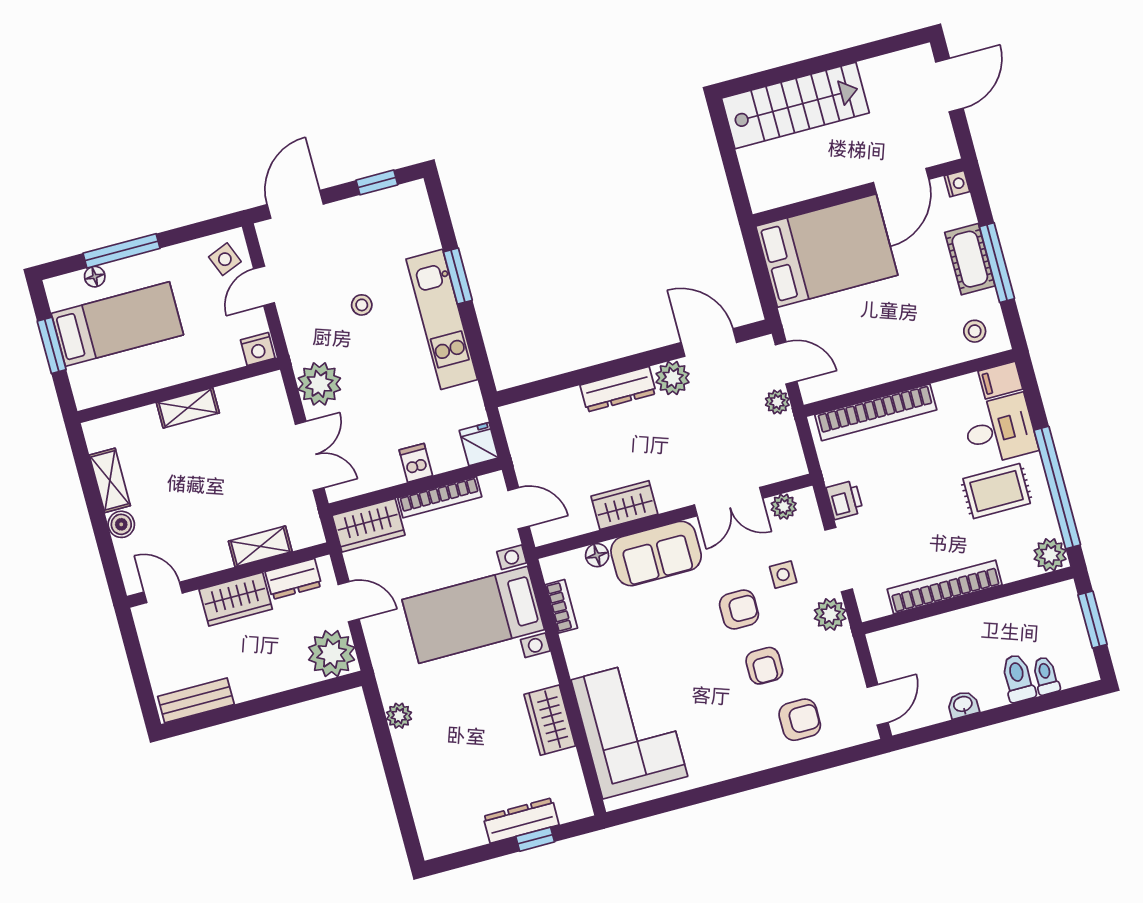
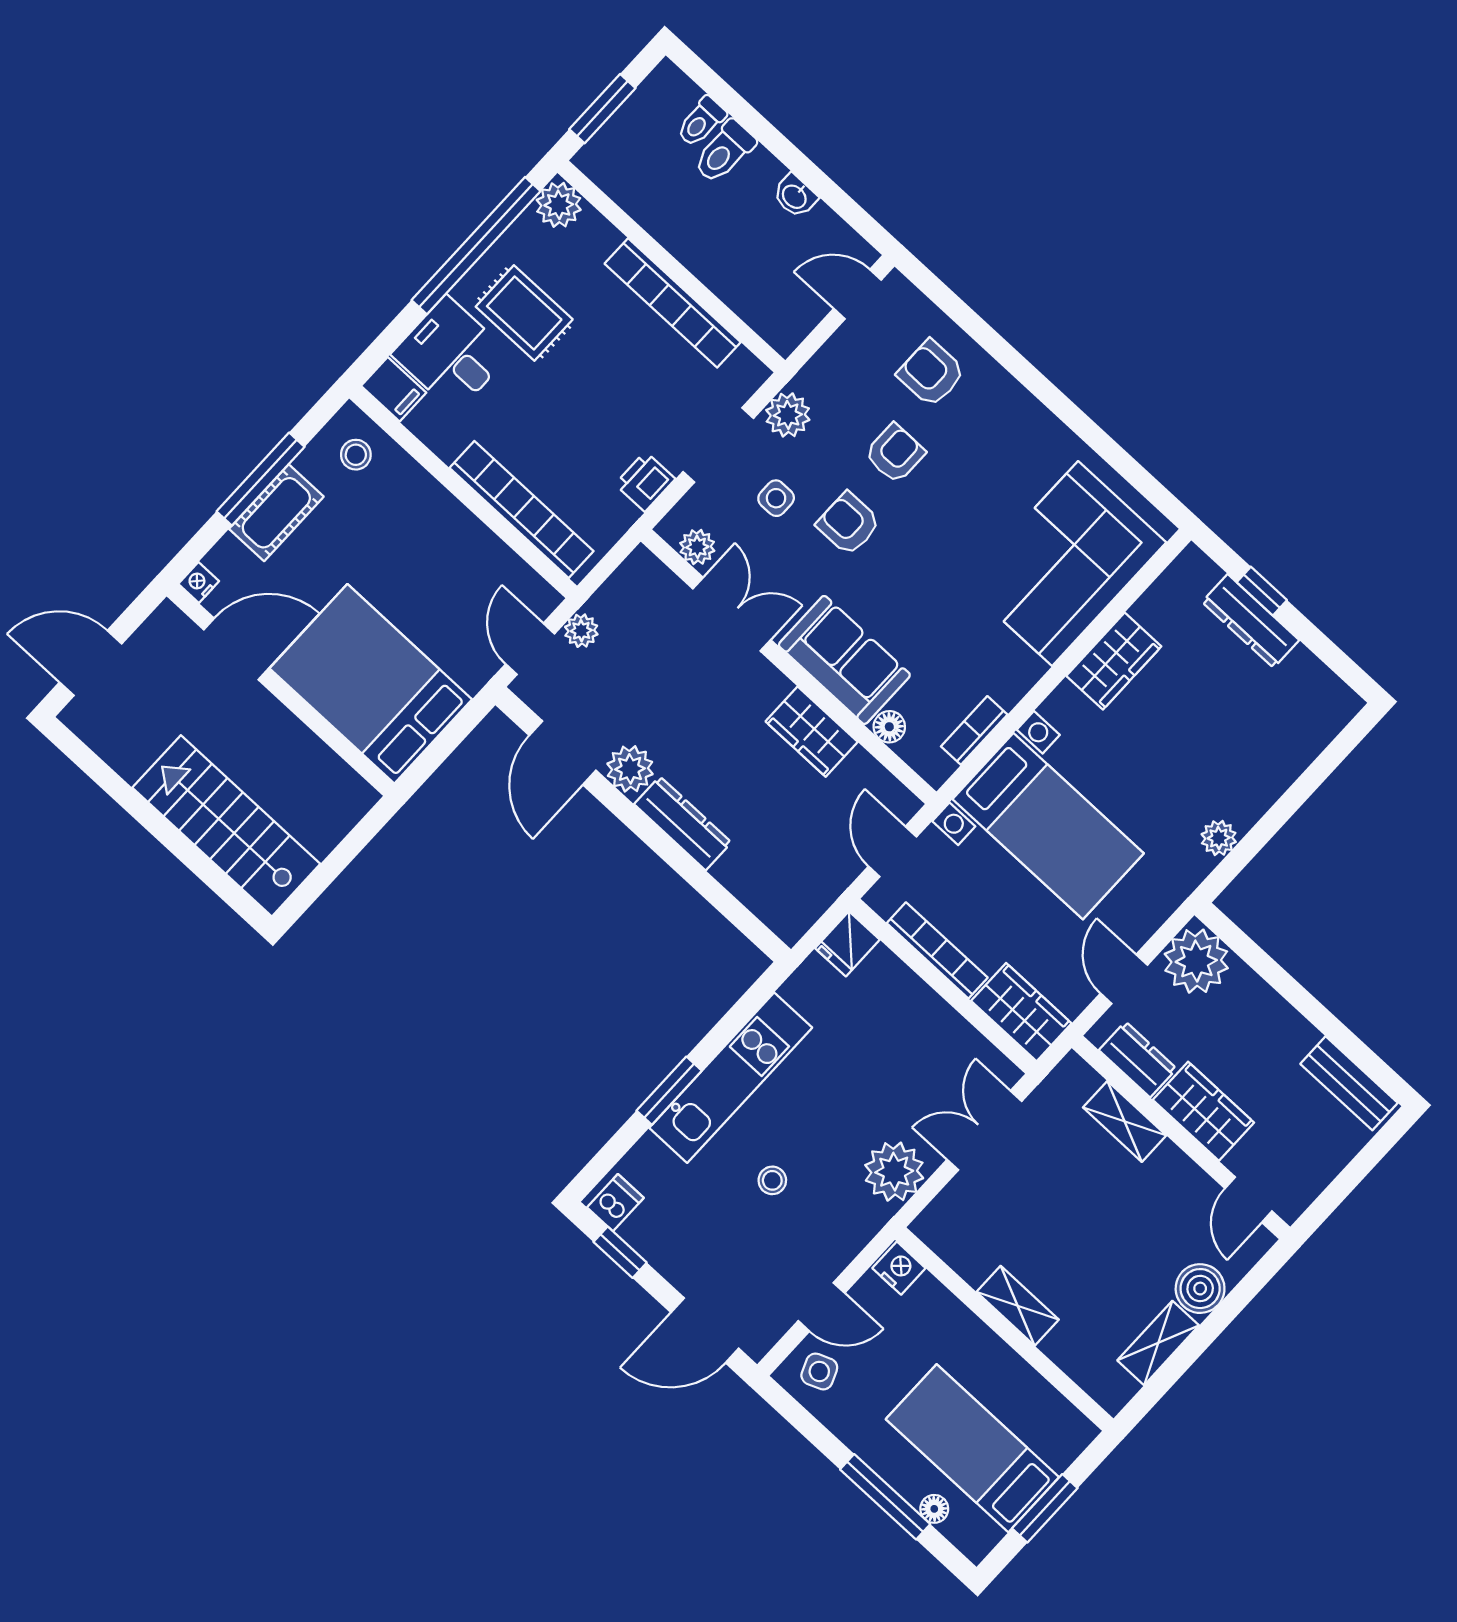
dishwasher: (416, 463) -> (615, 1203), moved, turned 180
boiler: (121, 524) -> (1200, 1289), width x1.36, depth x1.36

